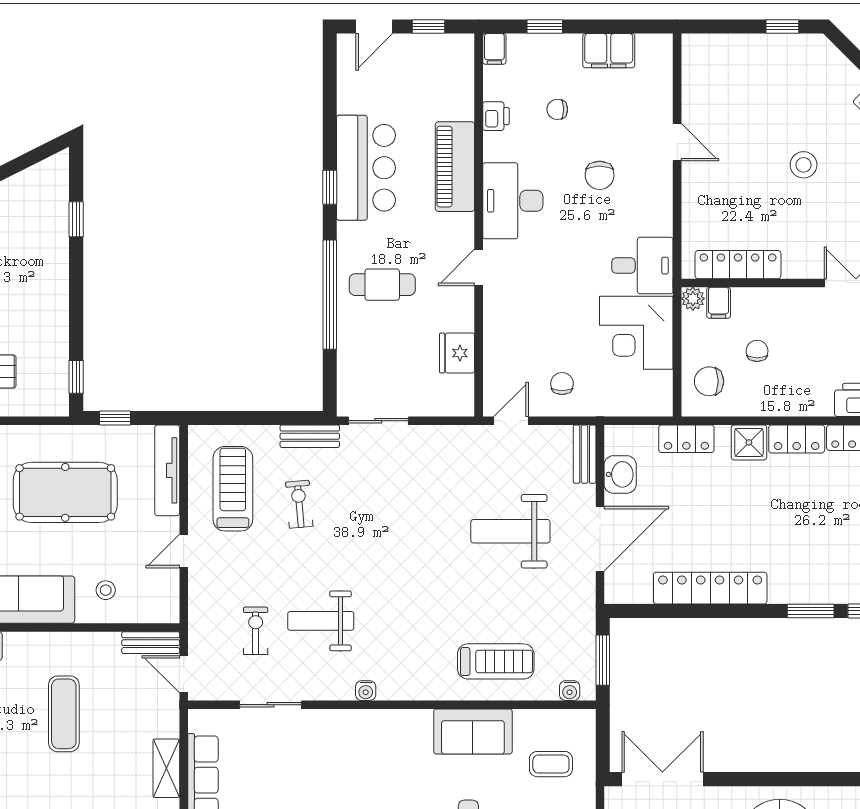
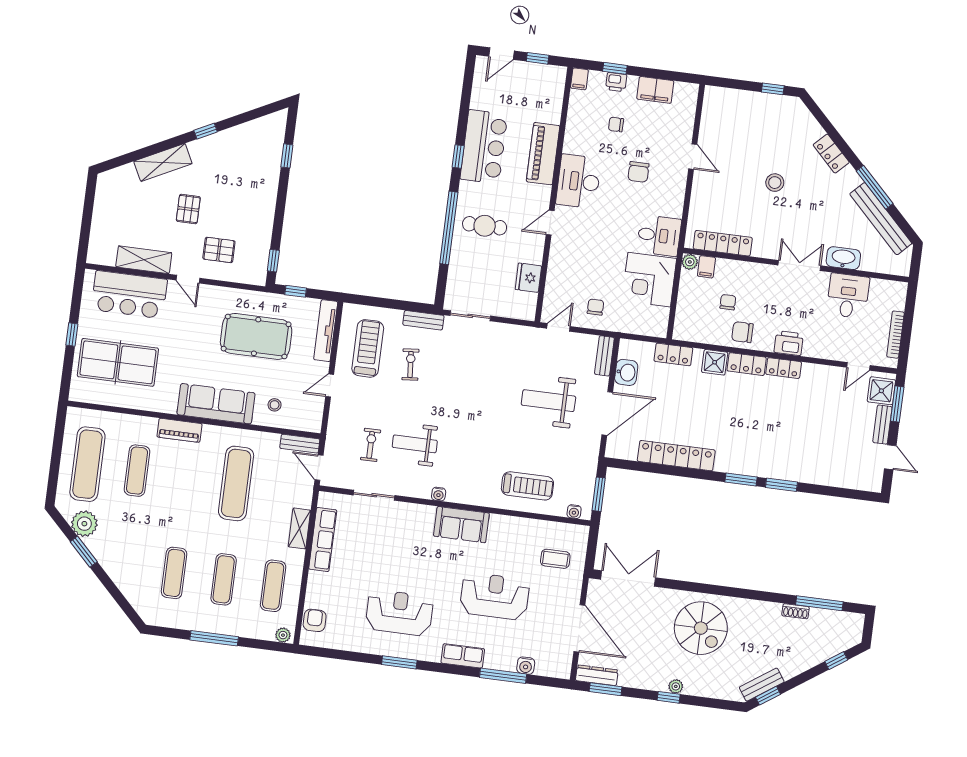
printer: (496, 116) -> (616, 82), moved, turned 90
chair: (709, 381) -> (742, 332), moved
exercise mat: (64, 714) -> (236, 483), width x1.36, depth x1.45
sofa: (473, 731) -> (461, 525), moved

